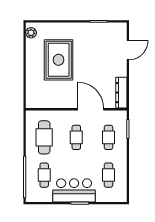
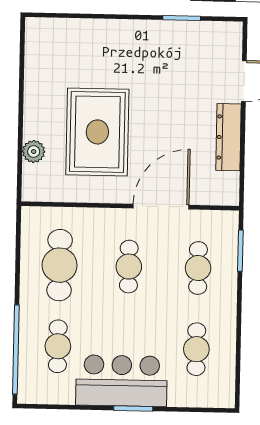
plant: (31, 33) -> (34, 152), moved
rug: (59, 60) -> (97, 132), moved
dresser: (121, 93) -> (229, 137), moved
door: (91, 109) -> (161, 207), hinge flipped

